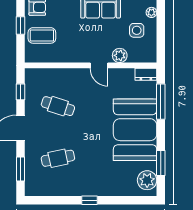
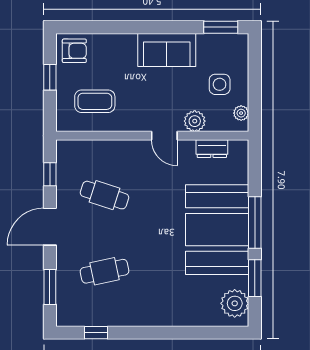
plant: (151, 12) -> (241, 113), moved
coffee table: (42, 35) -> (95, 101), moved
dresser: (146, 74) -> (212, 149), moved
window: (161, 102) -> (255, 222), moved
window: (89, 200) -> (96, 333), moved

